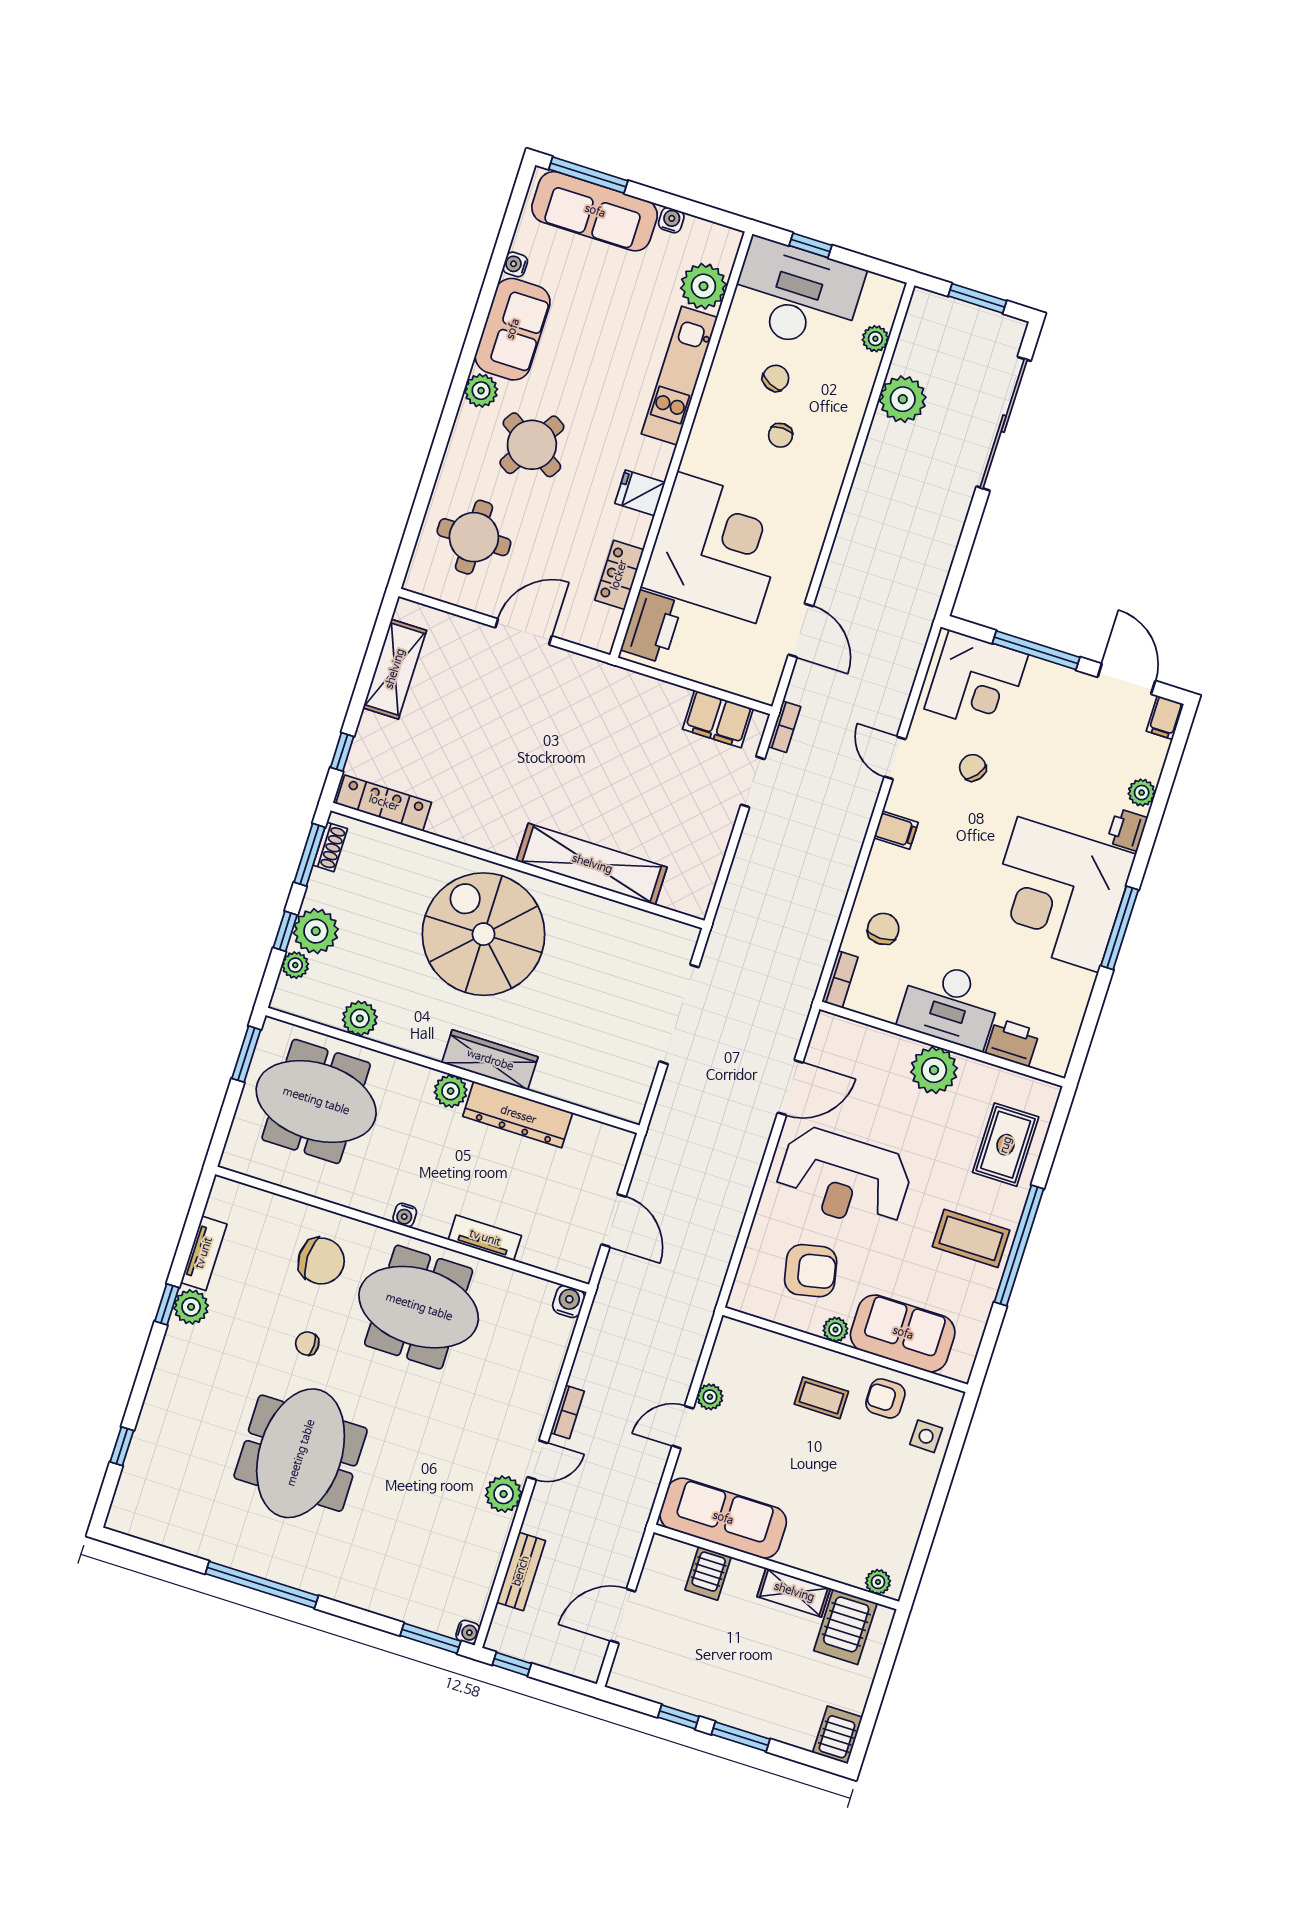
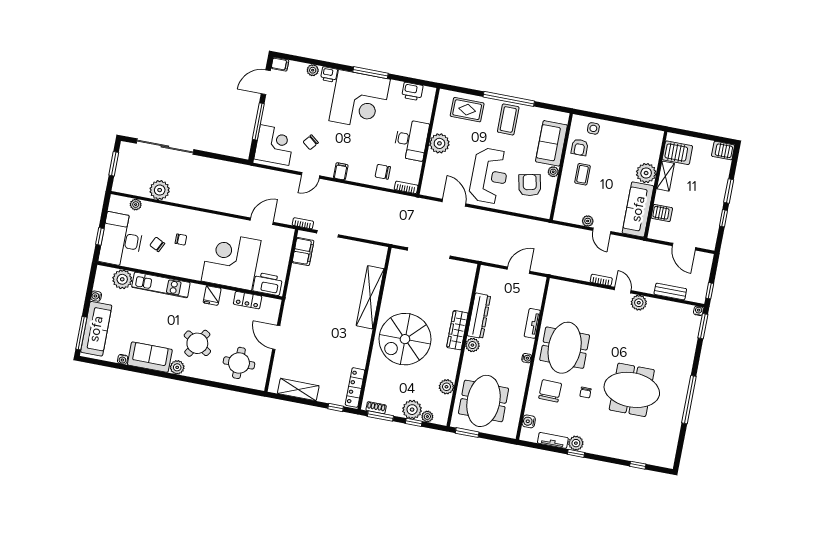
printer: (1012, 1042) -> (412, 91), moved, turned -90
water cooler: (569, 1301) -> (529, 421), moved
plant: (878, 1582) -> (646, 173), moved, width x1.88, depth x1.88

